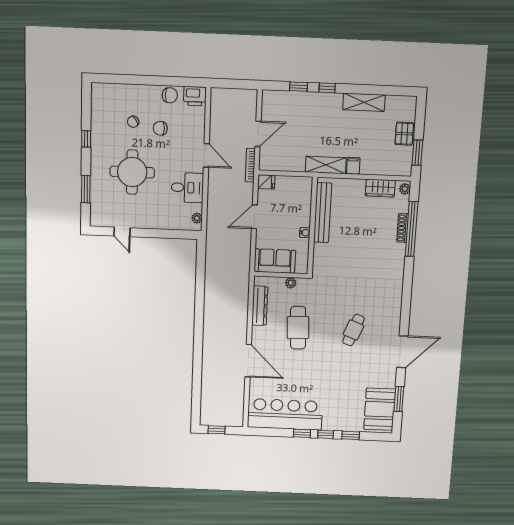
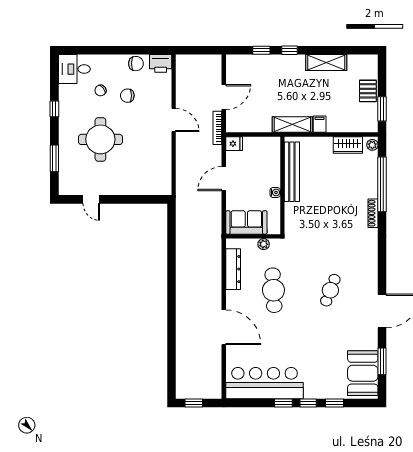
desk: (187, 188) -> (74, 69), moved, turned 180
plant: (197, 218) -> (166, 182), removed
shoe rack: (403, 228) -> (373, 213), moved

